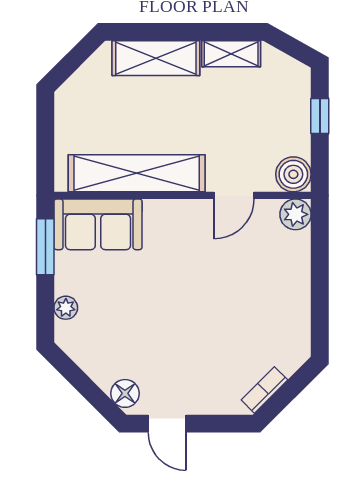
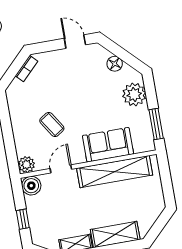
sofa: (98, 224) -> (108, 145), moved
coffee table: (236, 279) -> (52, 125), added
plant: (66, 308) -> (134, 95), width x1.87, depth x1.87
floor lamp: (125, 393) -> (115, 64), moved

